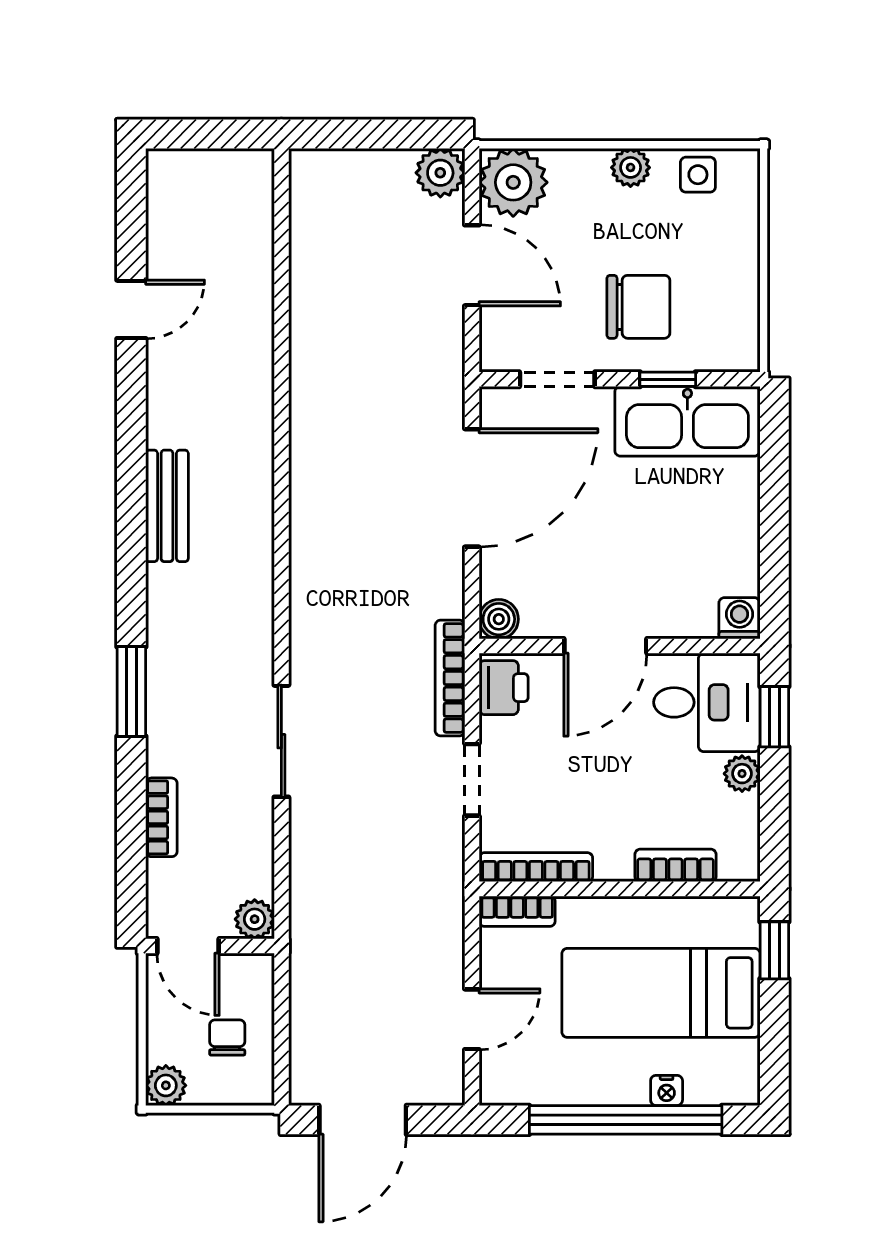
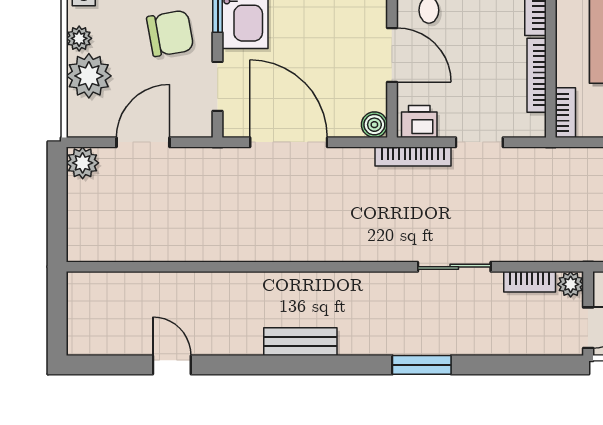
plant: (513, 182) -> (89, 76), moved
chair: (638, 307) -> (170, 33), turned 80
bookcase: (161, 817) -> (530, 282), moved, turned 180
bookcase: (536, 867) -> (537, 75), moved

